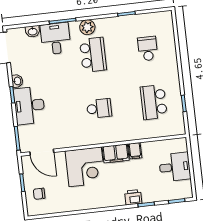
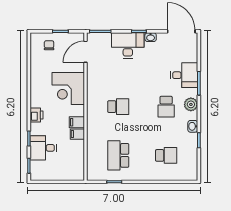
washbasin: (33, 31) -> (193, 126), moved
school desk: (93, 55) -> (166, 107), width x0.54
school desk: (154, 102) -> (118, 155), turned -90
school desk: (99, 108) -> (118, 107), turned -90
filing cabinet: (116, 153) -> (77, 122), width x0.50
desk: (175, 167) -> (43, 148), moved, turned 90
printer: (133, 197) -> (36, 115), moved

